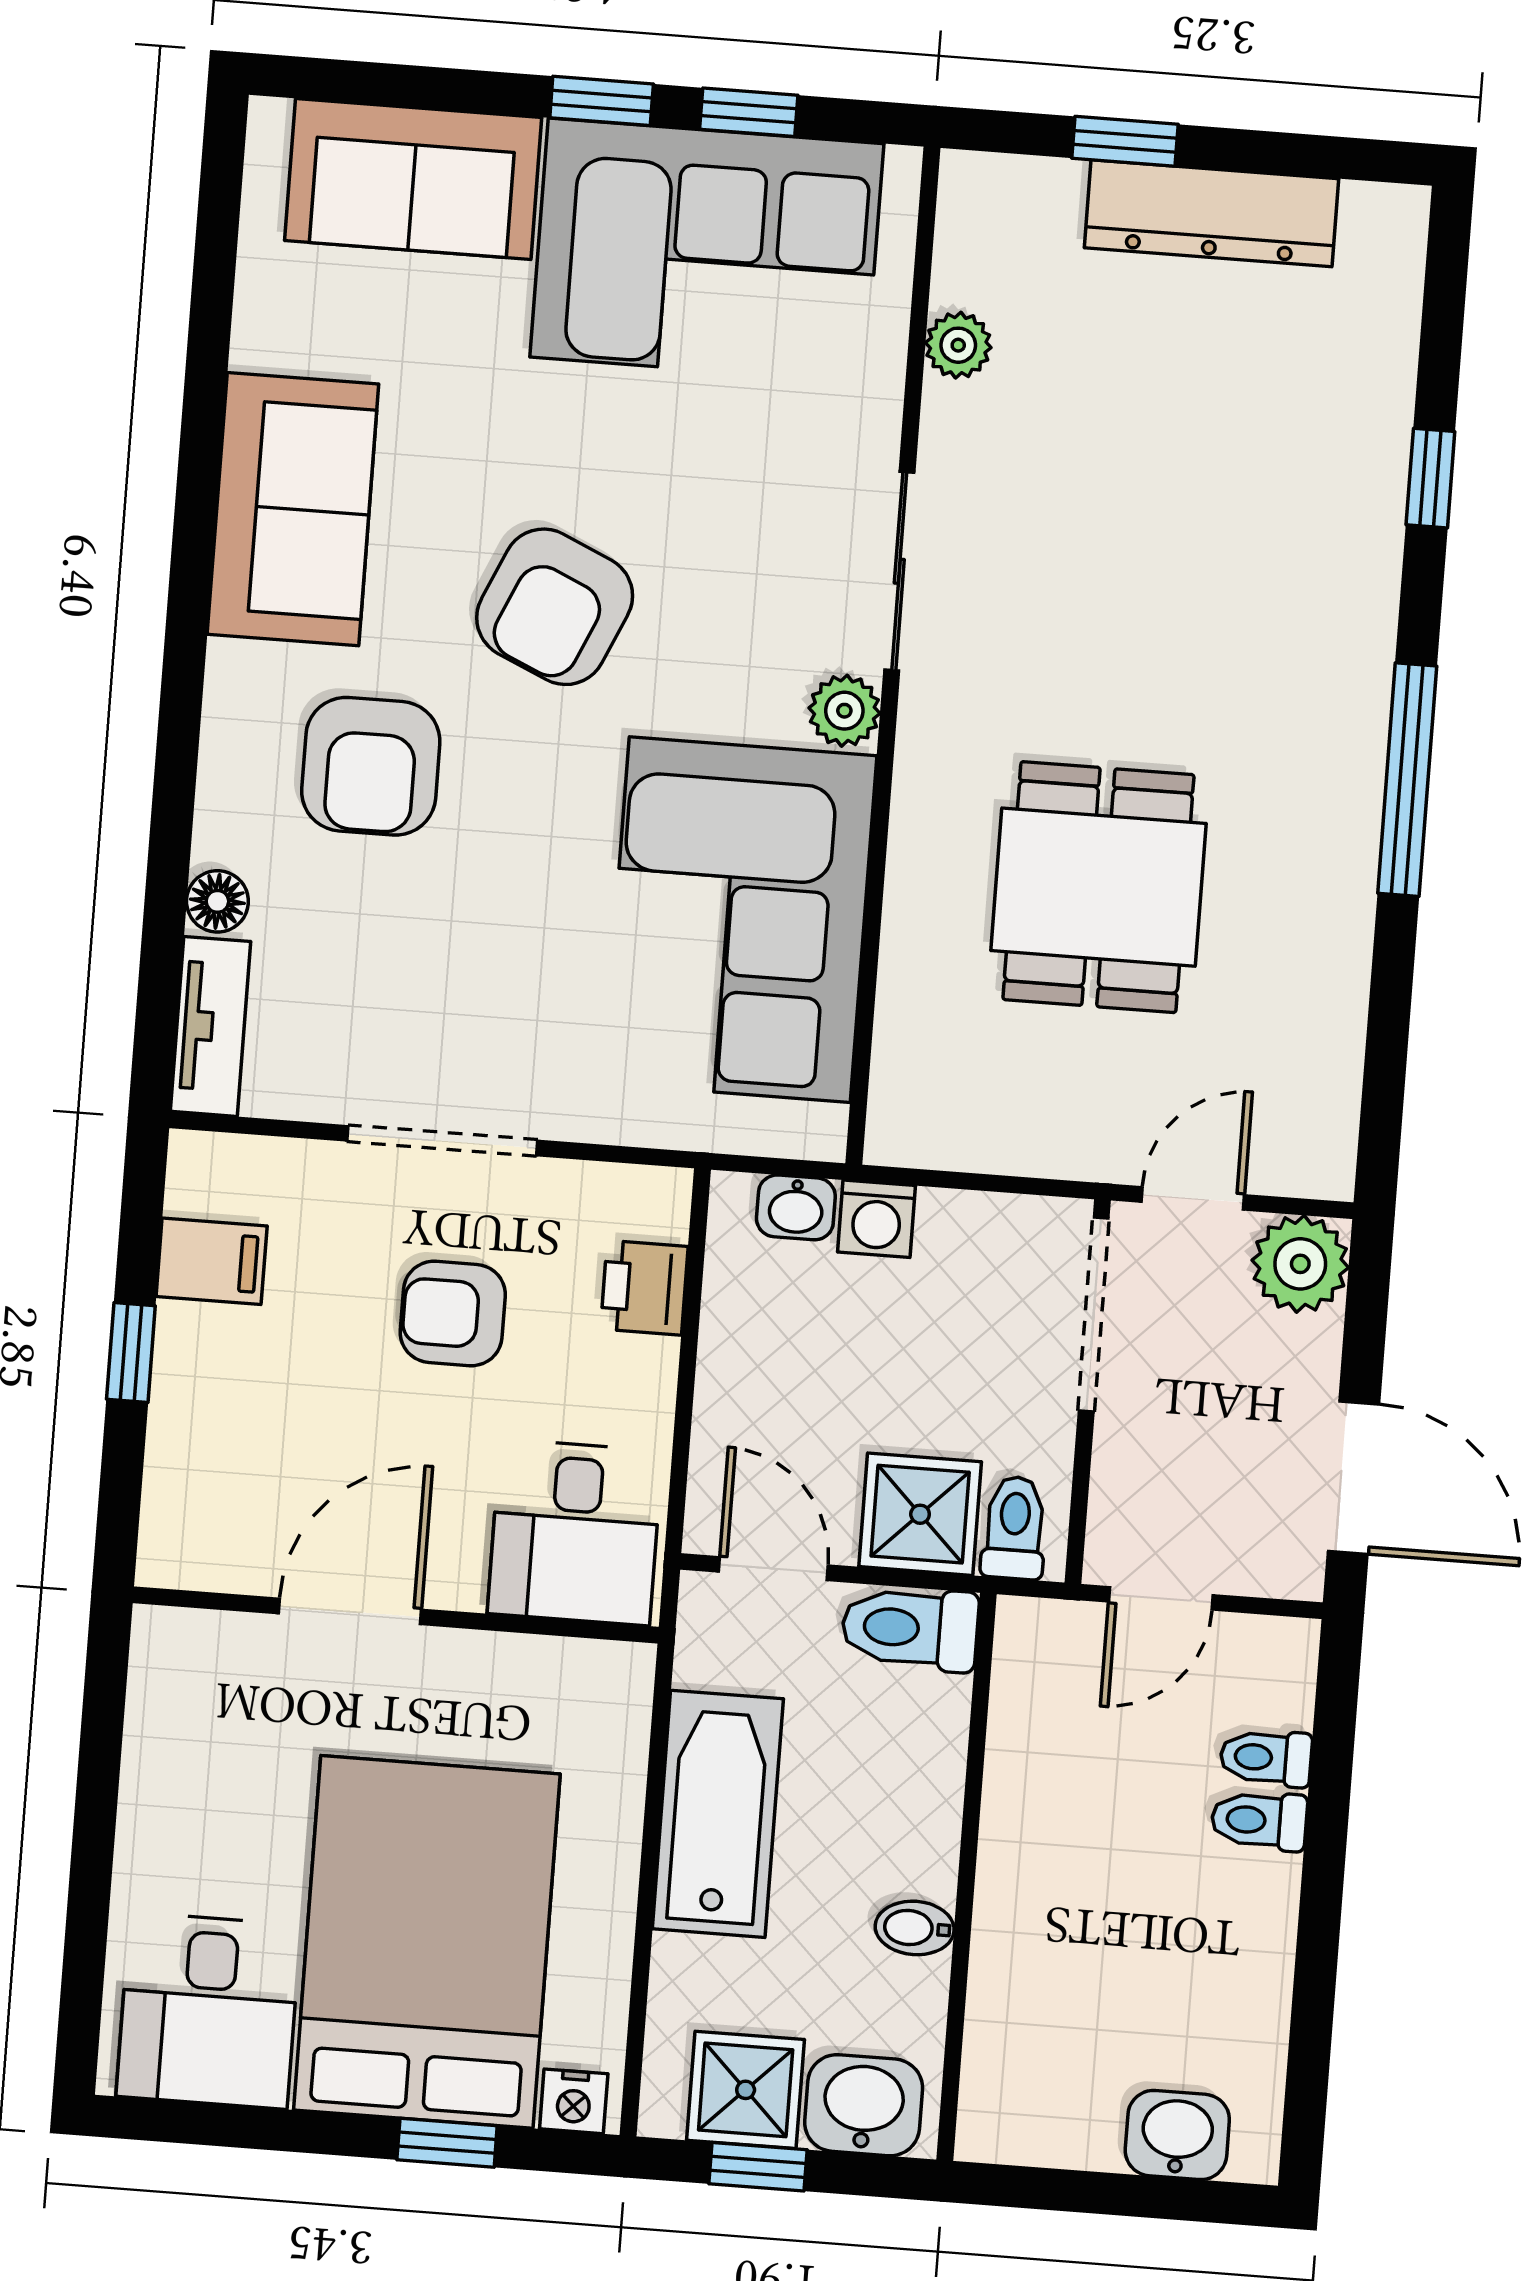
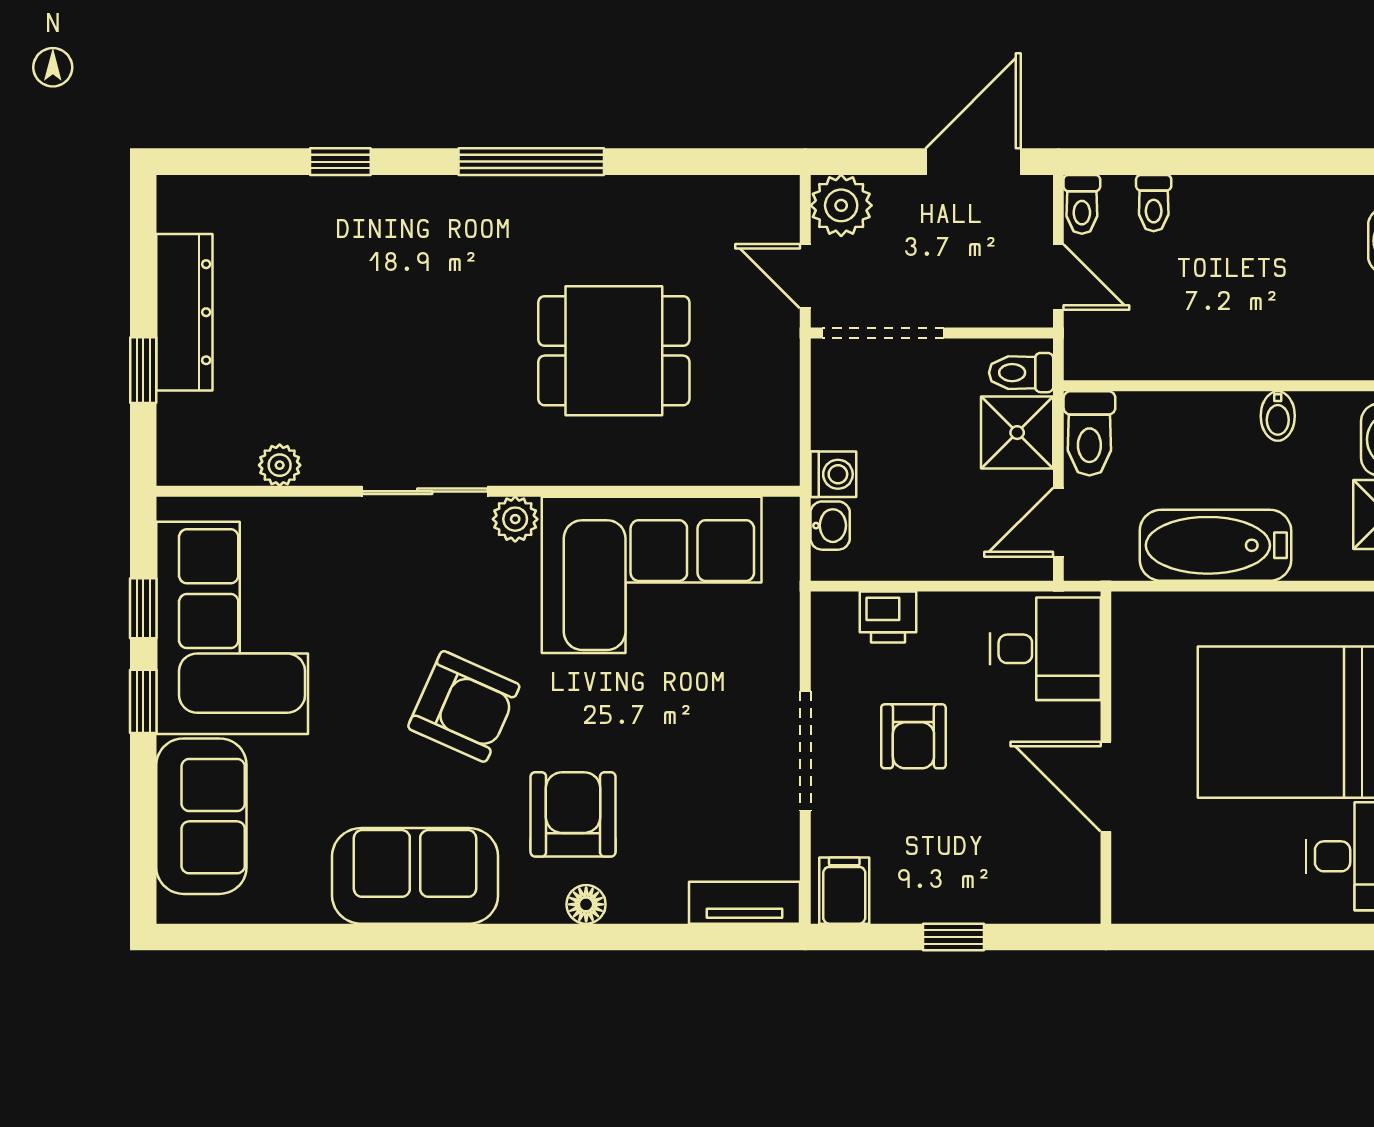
armchair: (371, 766) -> (573, 814), turned -90
floor lamp: (217, 901) -> (586, 904), moved
filing cabinet: (212, 1261) -> (844, 891), moved
toilet: (1259, 1820) -> (1082, 204), moved

